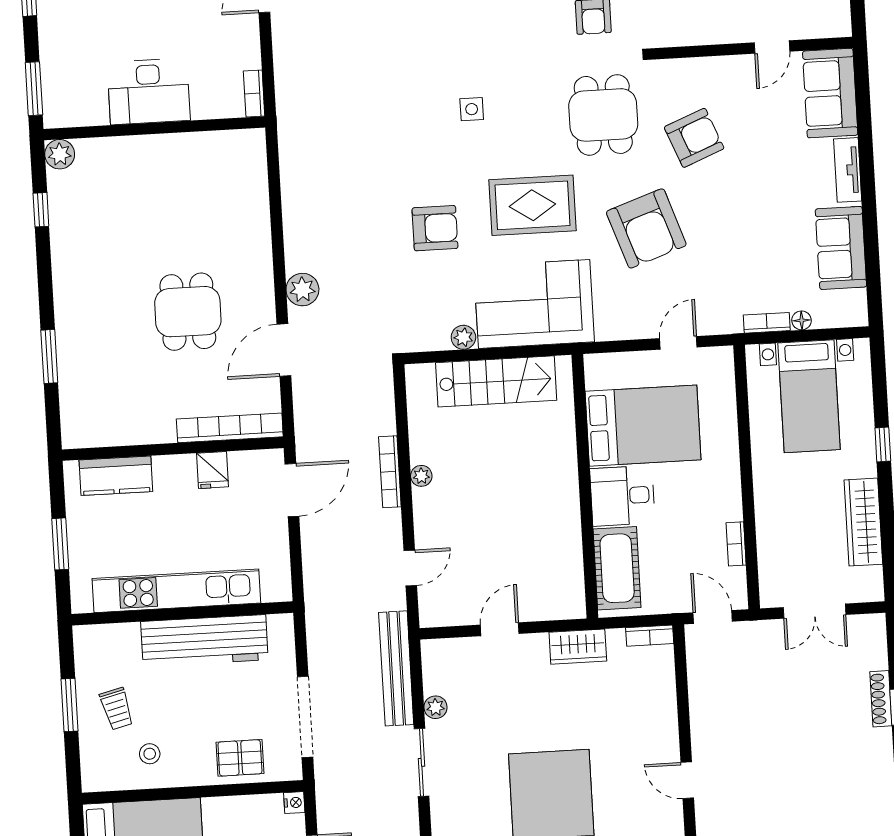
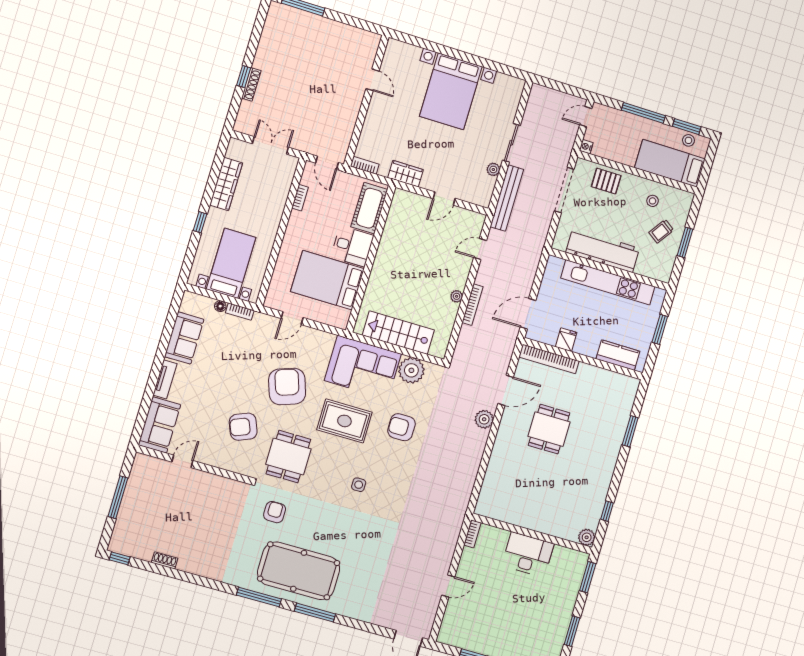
plant: (463, 337) -> (411, 370), width x1.88, depth x1.88
trolley: (117, 709) -> (661, 231), turned -131

